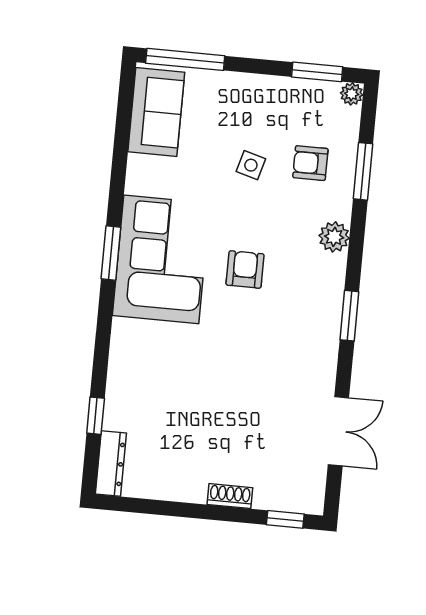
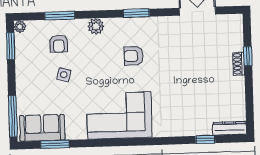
window: (111, 253) -> (55, 144), moved
armchair: (245, 269) -> (134, 56), moved
window: (285, 519) -> (248, 56), moved

